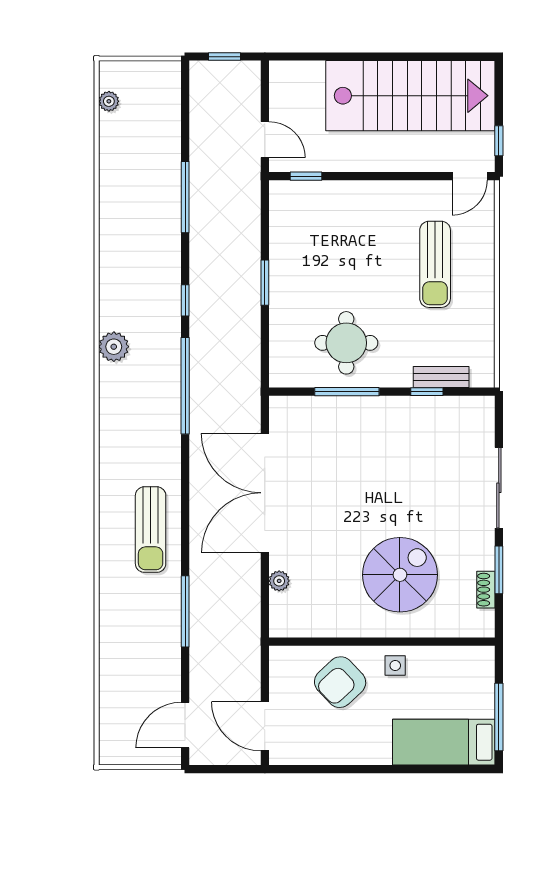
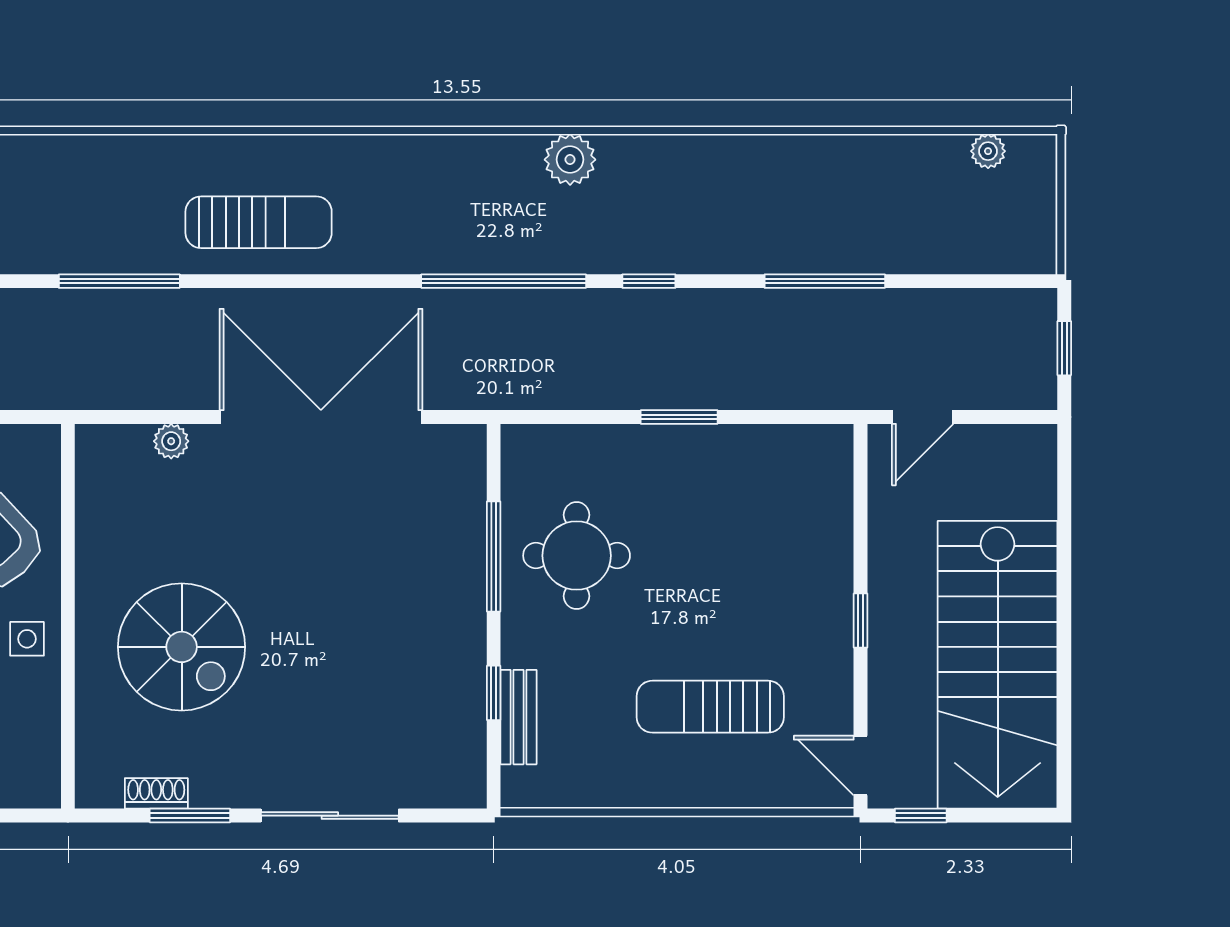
window: (306, 176) -> (860, 621), moved
sun lounger: (151, 530) -> (259, 222), turned 180

